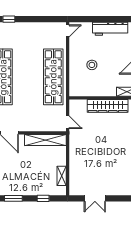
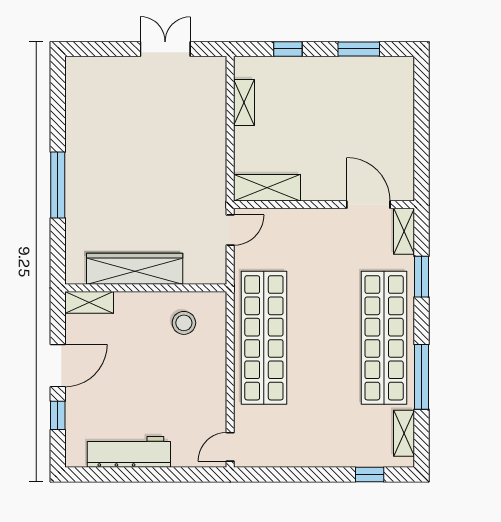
stool: (92, 65) -> (184, 323), moved
door: (68, 122) -> (230, 230), swing flipped
shelving: (45, 140) -> (267, 188), width x0.68

